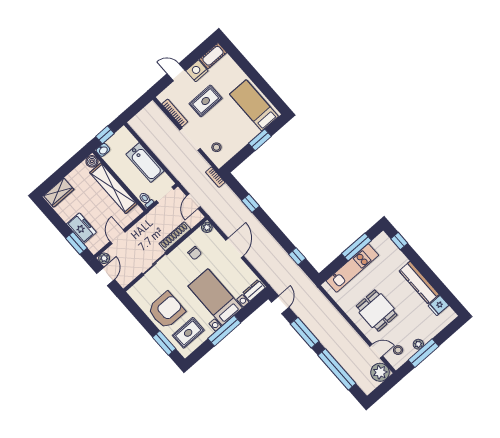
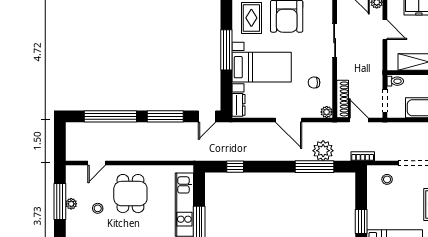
window: (251, 203) -> (315, 167), width x2.17
shoe rack: (175, 236) -> (343, 99), moved
door: (280, 305) -> (207, 116), hinge flipped
dining table: (377, 311) -> (130, 194), turned 90
stool: (398, 350) -> (98, 208), moved
plant: (380, 372) -> (323, 151), moved

